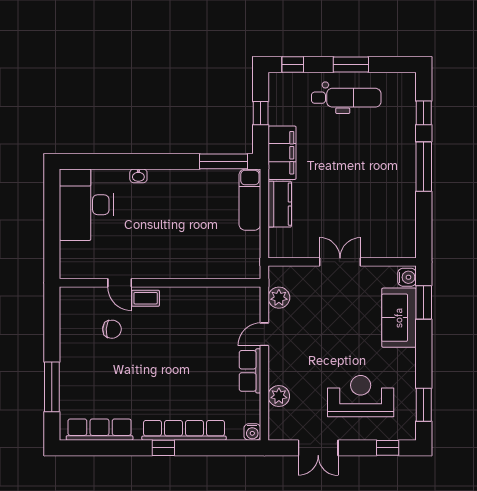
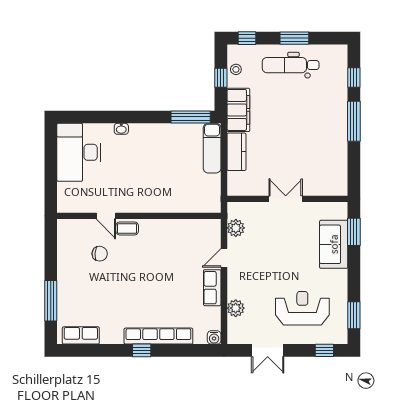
dental chair: (346, 98) -> (291, 65), turned 180
stool: (279, 103) -> (236, 69), added
water cooler: (407, 277) -> (340, 211), removed
row of seats: (100, 430) -> (81, 335), width x0.68

